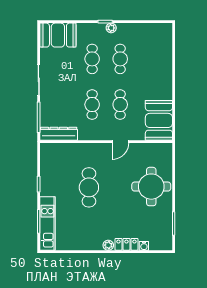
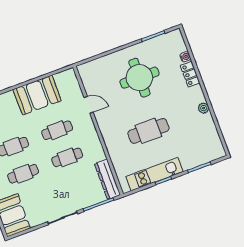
booth: (159, 120) -> (37, 95), moved
door: (120, 142) -> (89, 105), moved
round table: (151, 187) -> (139, 78), moved
kitchen unit: (47, 223) -> (155, 174), moved
plant: (108, 245) -> (204, 108), moved

